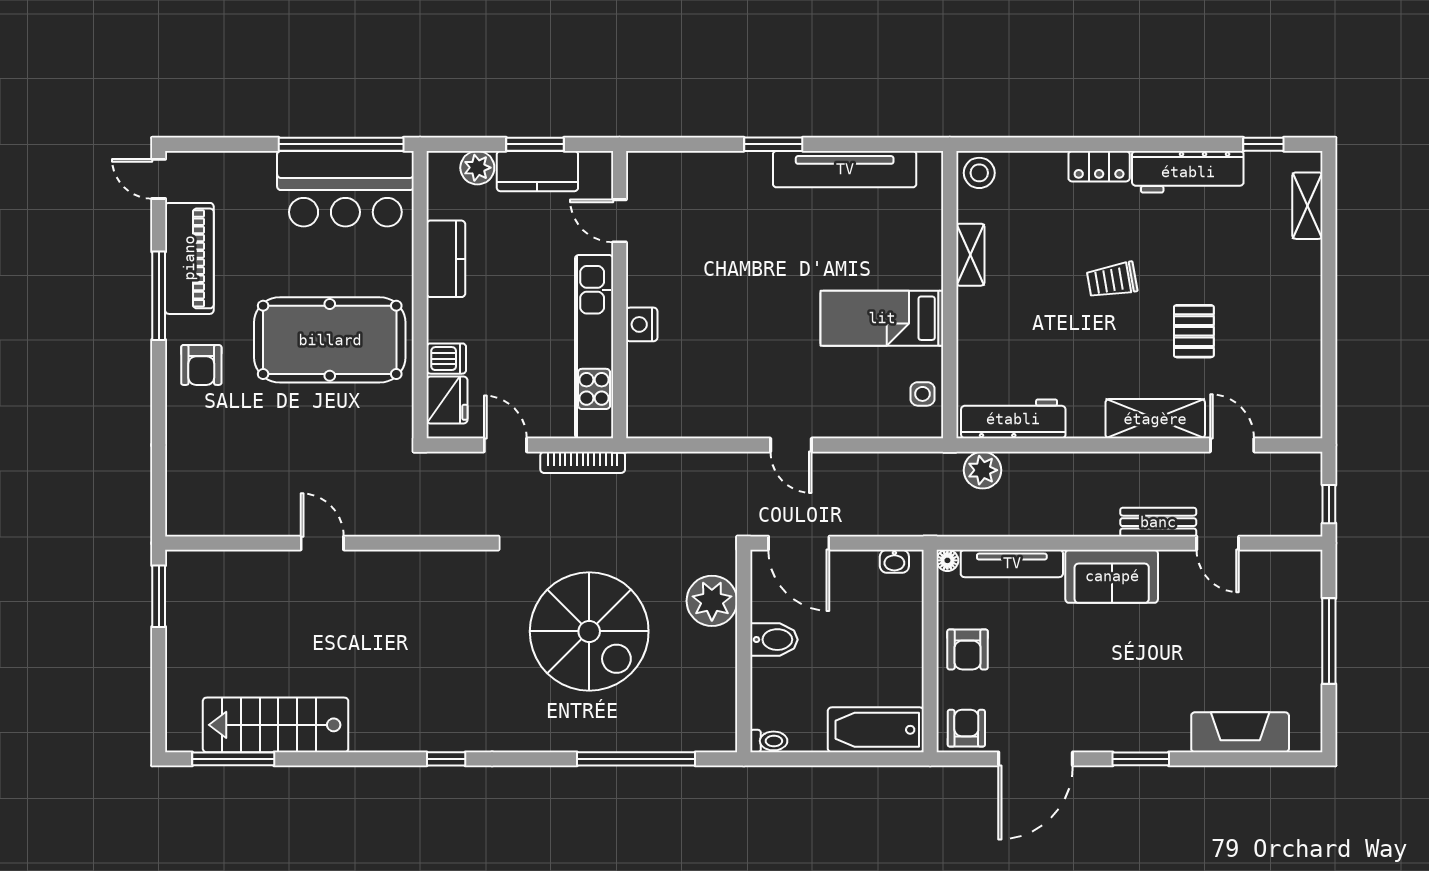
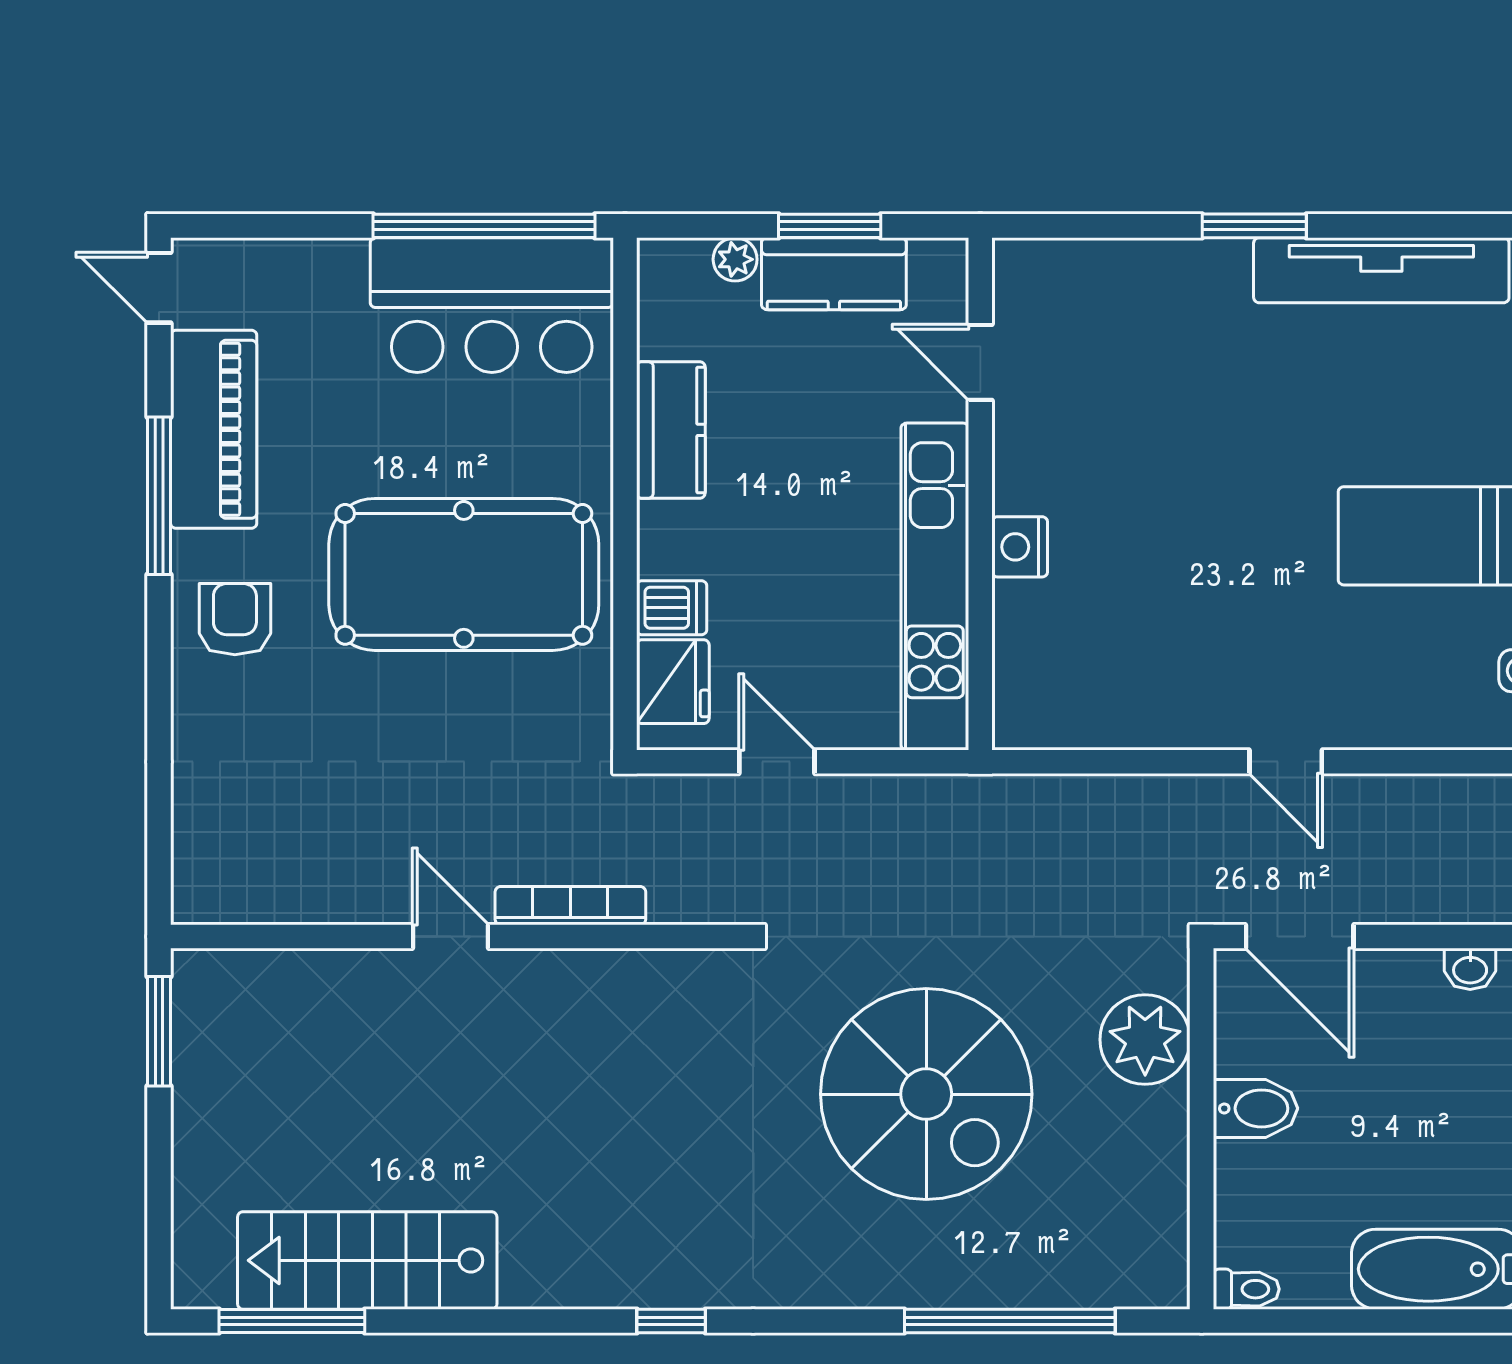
plant: (477, 168) -> (735, 259), width x0.73, depth x0.73
armchair: (201, 365) -> (235, 619), turned 180
bookcase: (583, 462) -> (570, 906), moved, turned 180

